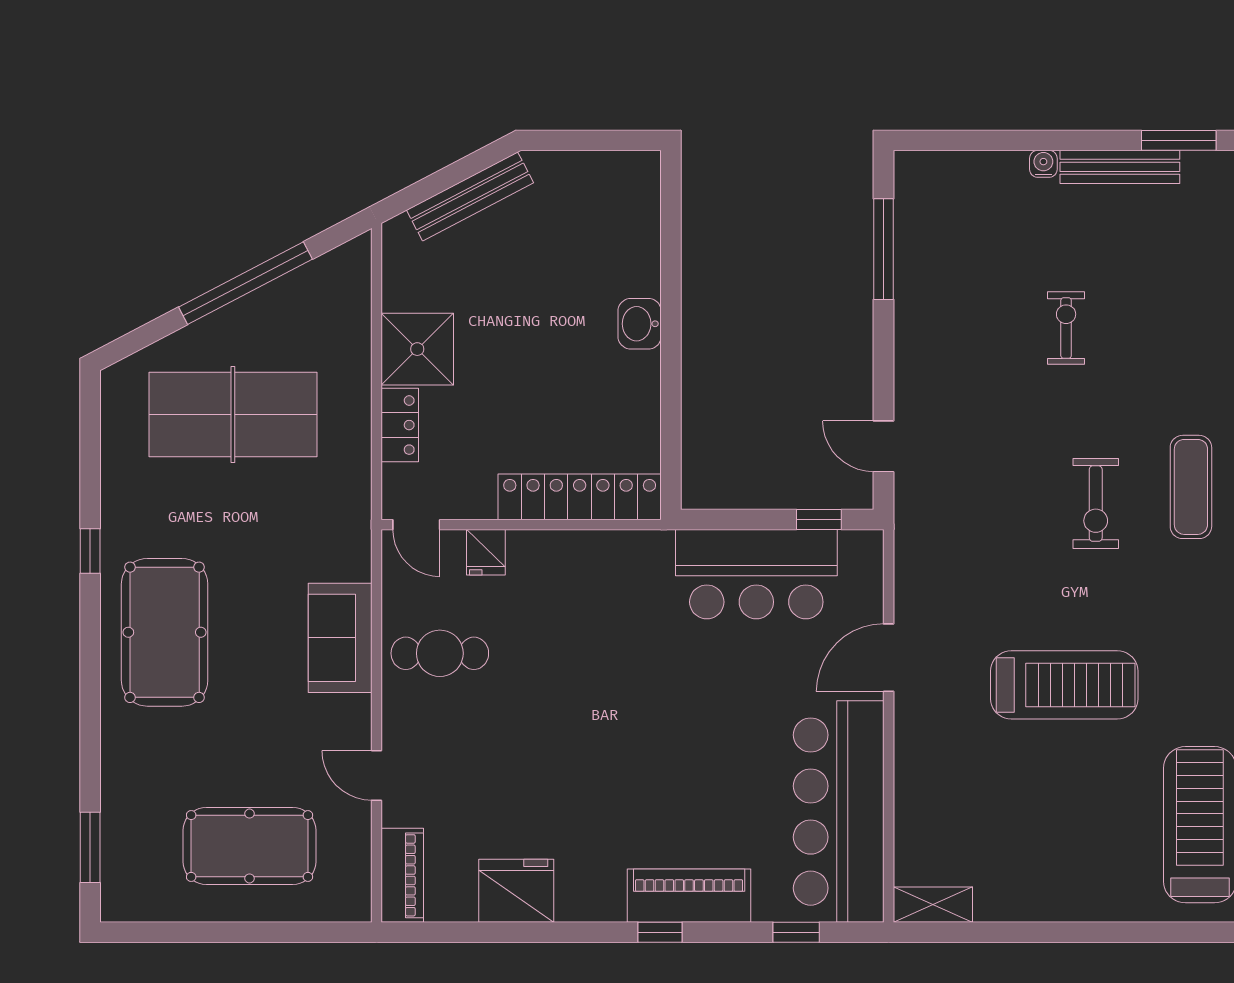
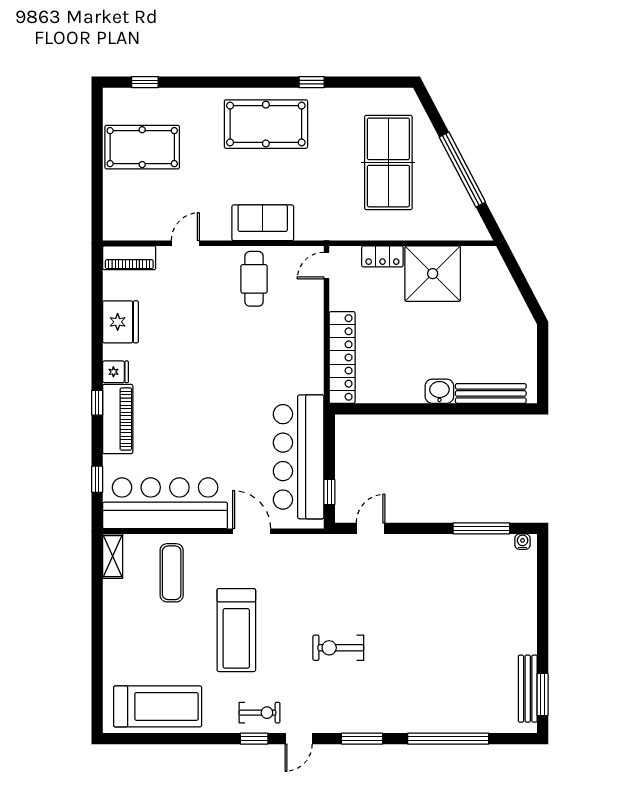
water cooler: (1043, 164) -> (523, 542), moved, turned -90
bench: (1120, 167) -> (528, 689), moved
bench: (470, 196) -> (491, 393), moved, turned -62
exercise bike: (1066, 328) -> (260, 713), moved
shower: (417, 349) -> (433, 274), width x1.37, depth x1.37
exercise mat: (1191, 487) -> (172, 573), moved, turned 90
fridge: (486, 552) -> (116, 372), moved, turned 180
bar counter: (756, 574) -> (299, 457), width x1.36
pool table: (250, 846) -> (142, 147), moved, turned 90
window: (90, 847) -> (145, 82), width x0.67

